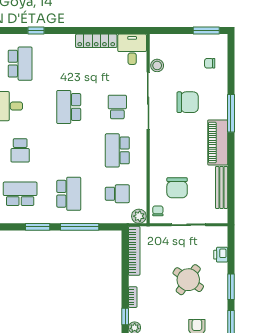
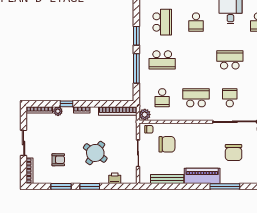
school desk: (117, 107) -> (230, 98), turned -90
school desk: (20, 150) -> (196, 22), turned -90
chair: (177, 188) -> (167, 144), turned 180

